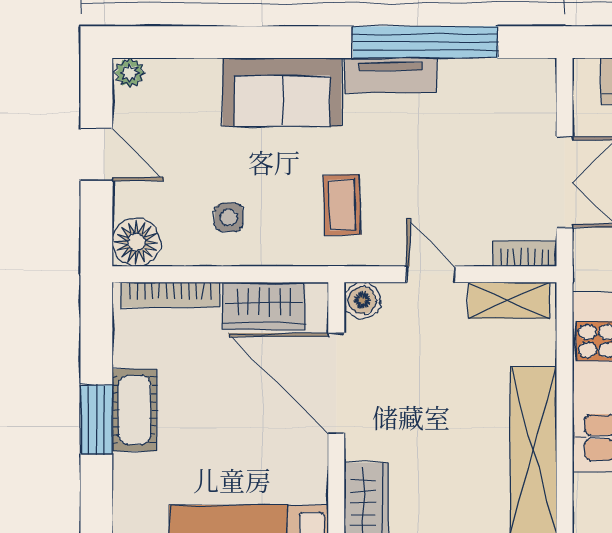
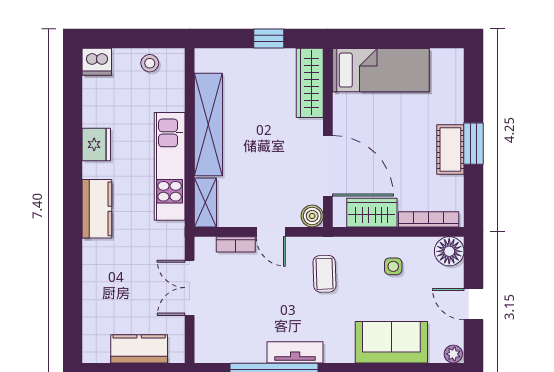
sofa: (282, 92) -> (391, 342), moved
bookcase: (525, 254) -> (236, 244), moved
shelving: (509, 300) -> (205, 202), moved, turned 90

